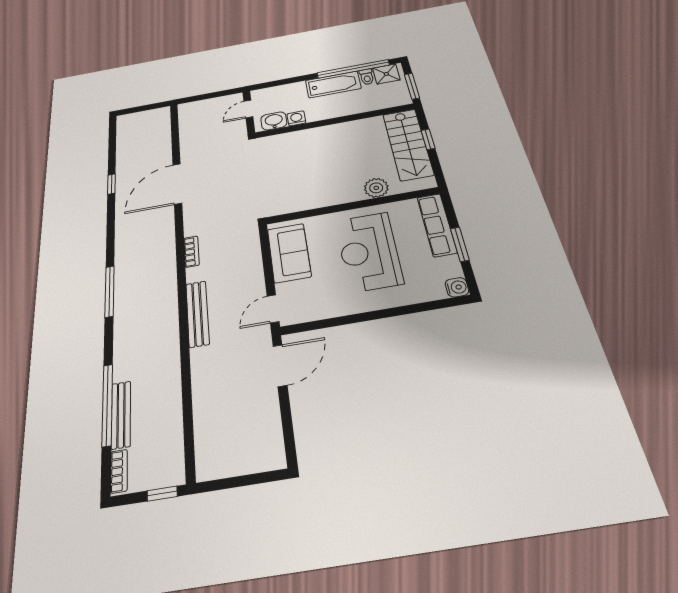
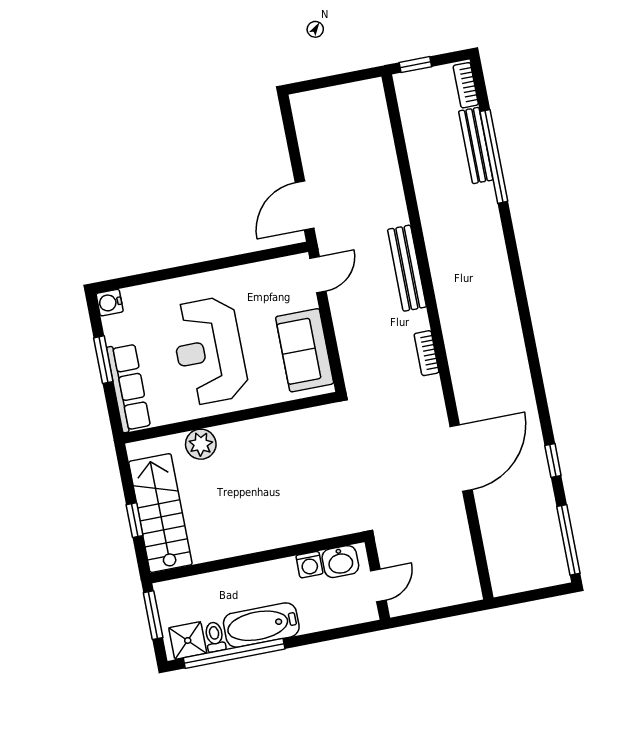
reception desk: (369, 252) -> (209, 351), turned 180
window: (109, 291) -> (568, 540), moved

